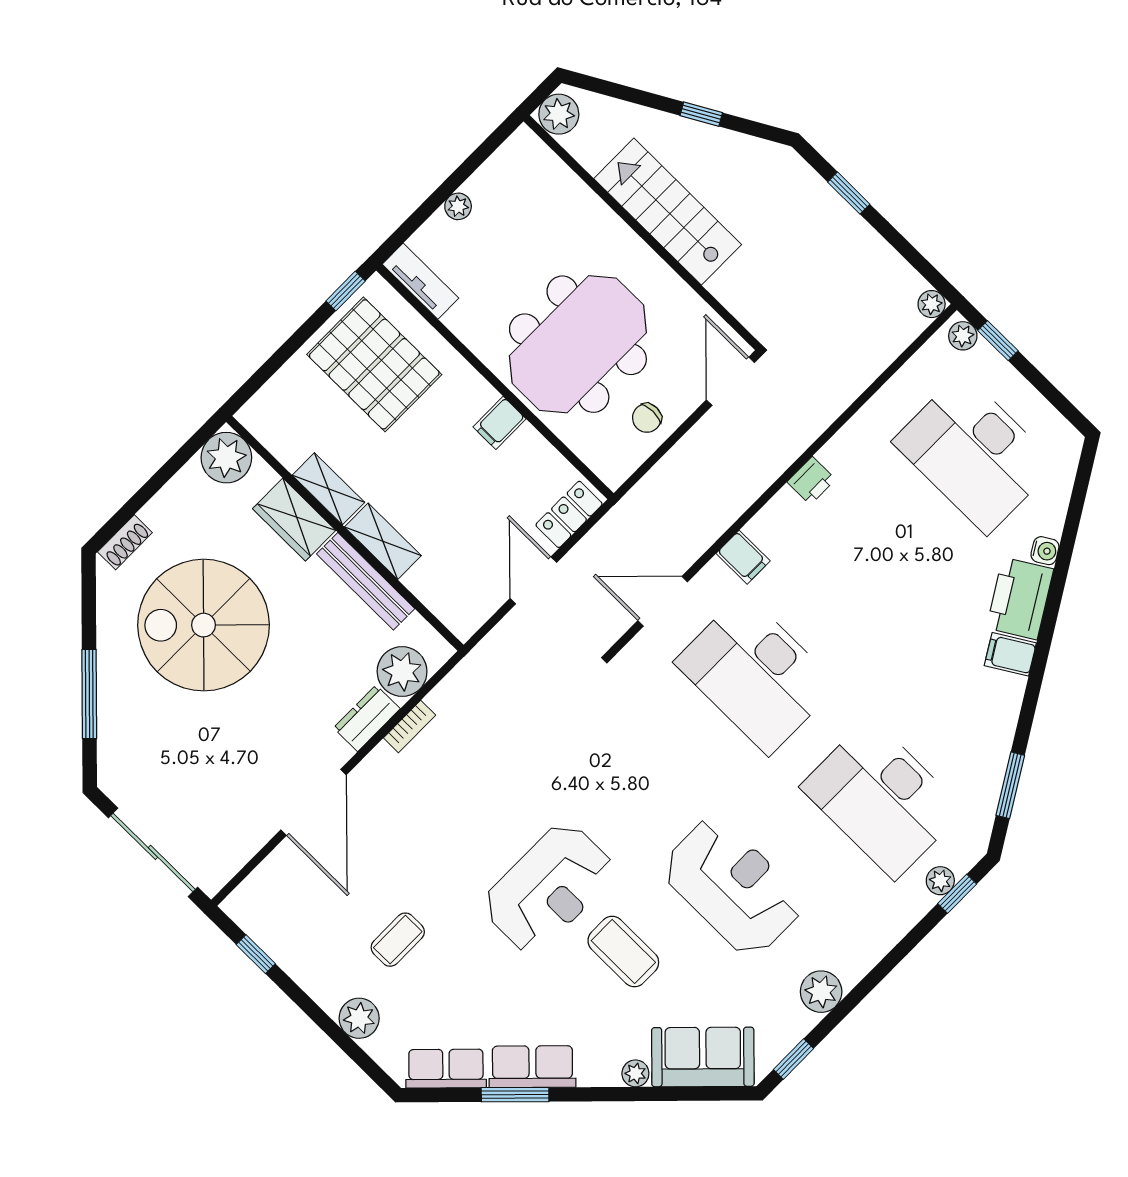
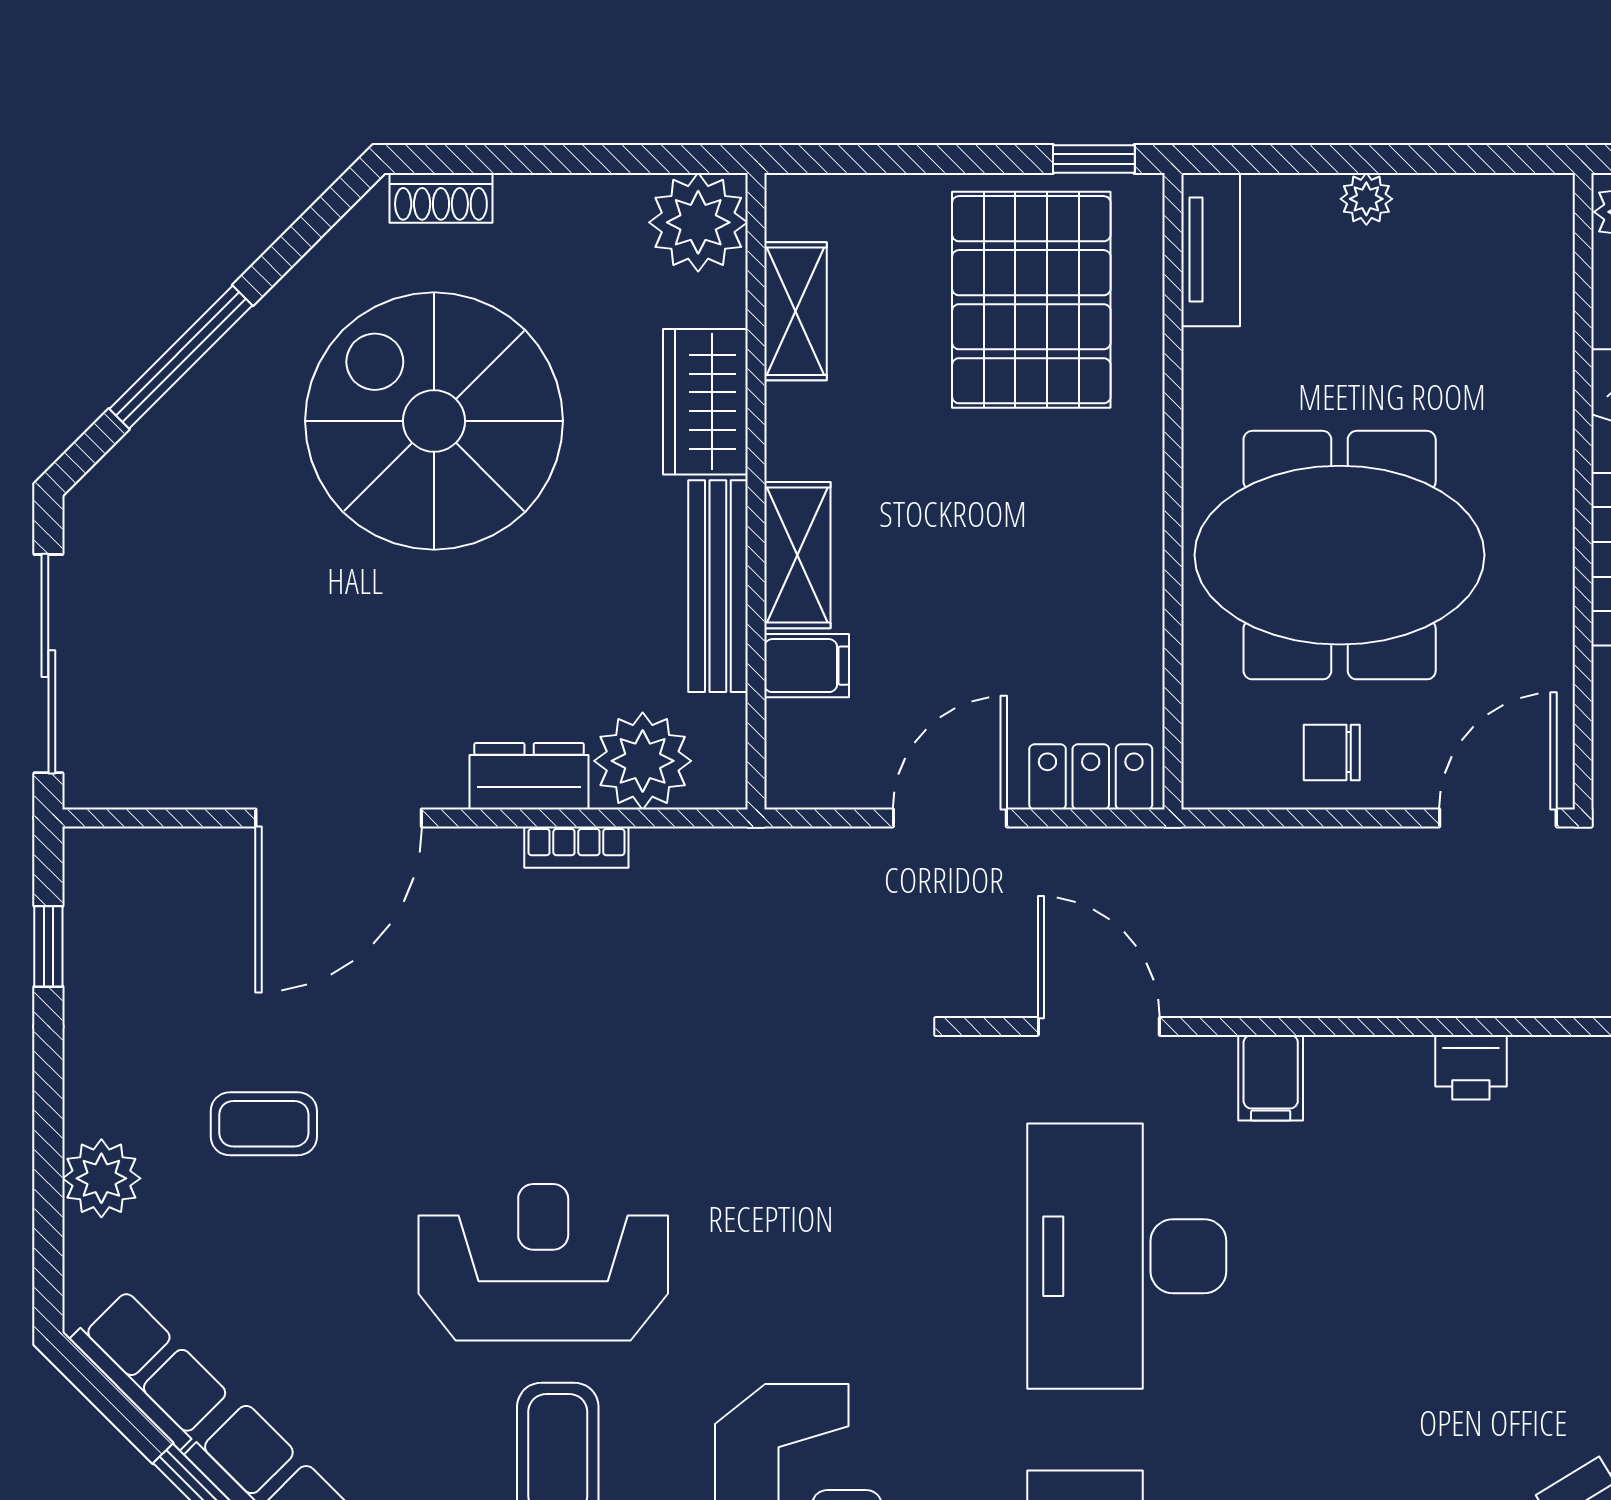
filing cabinet: (500, 423) -> (807, 666), moved, turned 180
shelving: (328, 489) -> (795, 311), moved
reception desk: (549, 888) -> (543, 1262), turned 180

